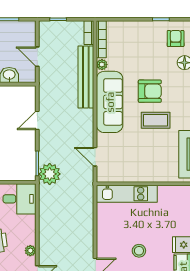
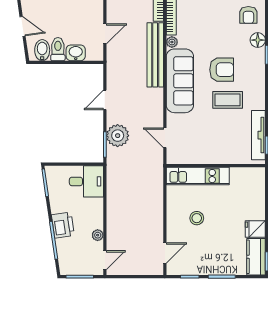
armchair: (176, 39) -> (248, 15), turned 180
door: (37, 57) -> (105, 34), swing flipped
plant: (50, 174) -> (118, 136), moved
stool: (139, 251) -> (197, 218), moved

